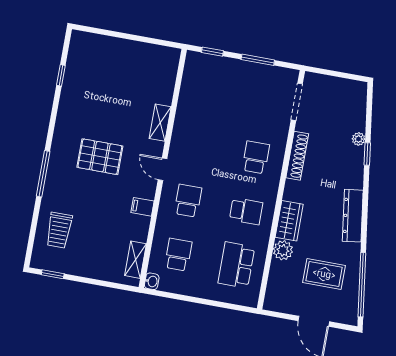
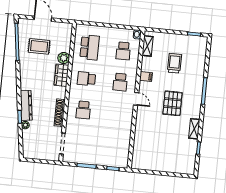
shelving: (160, 123) -> (194, 129), moved
pallet: (100, 157) -> (173, 103), turned 90
dresser: (353, 216) -> (26, 105), moved
trolley: (59, 230) -> (175, 63), moved

